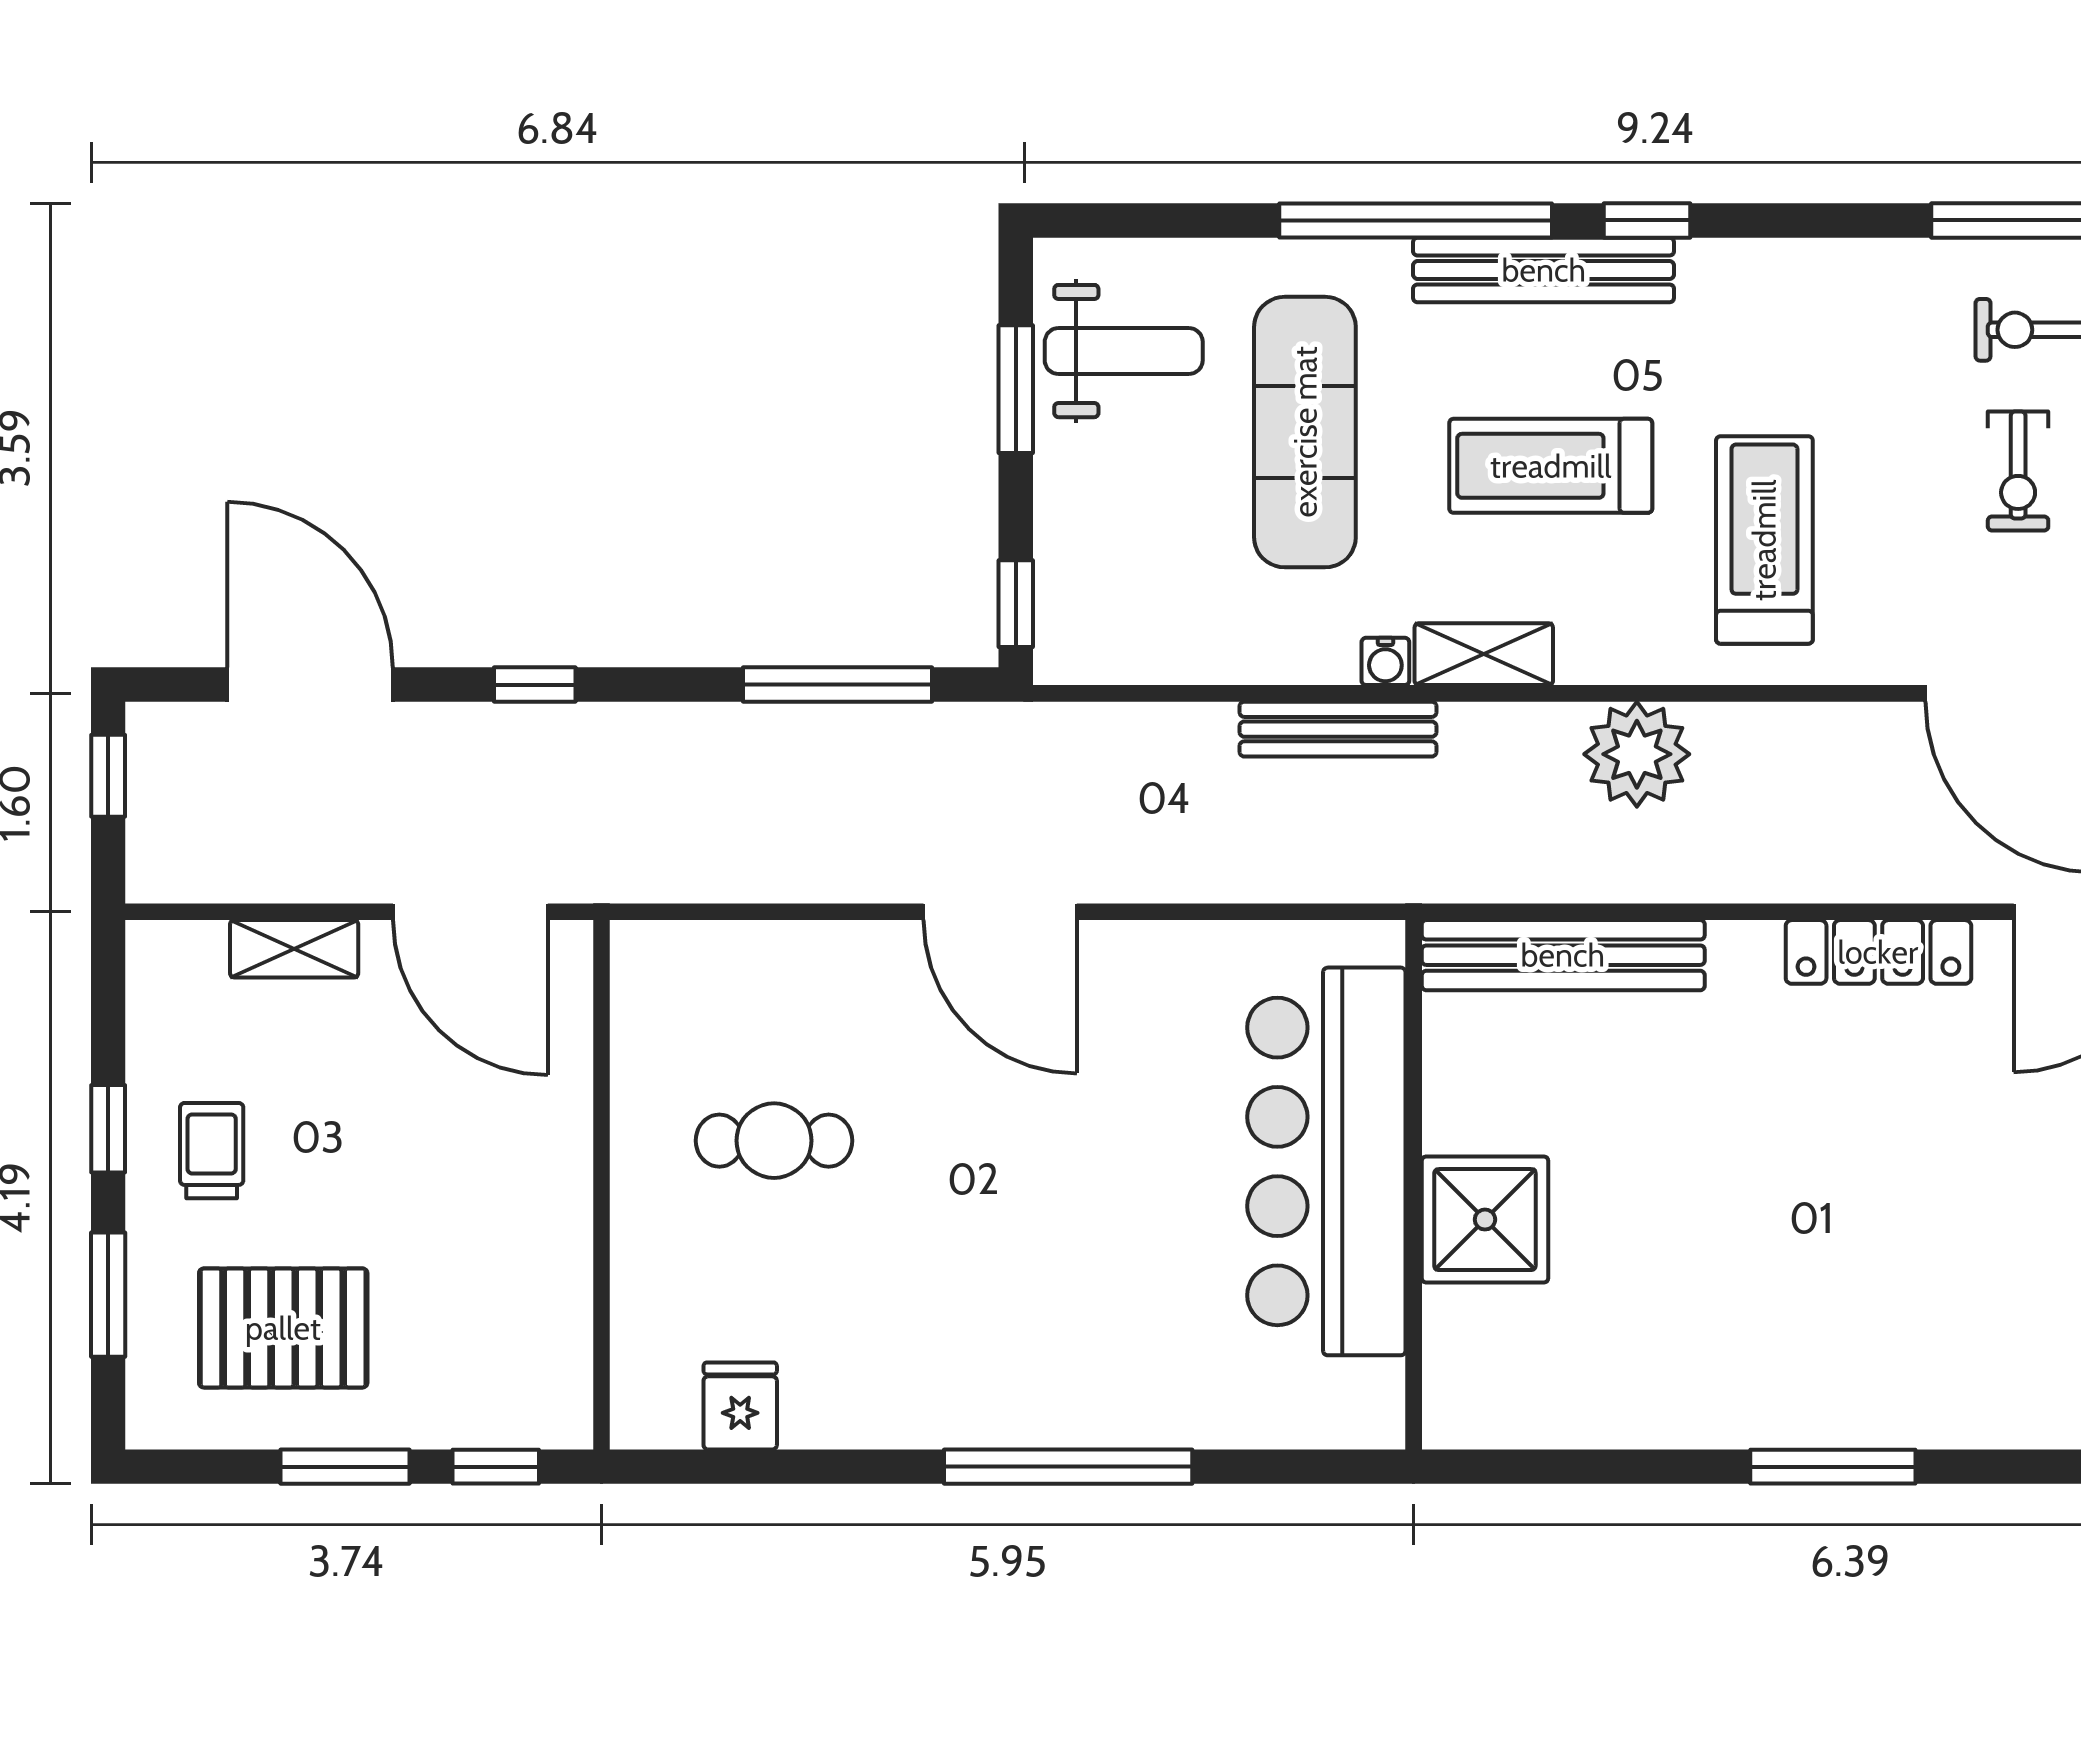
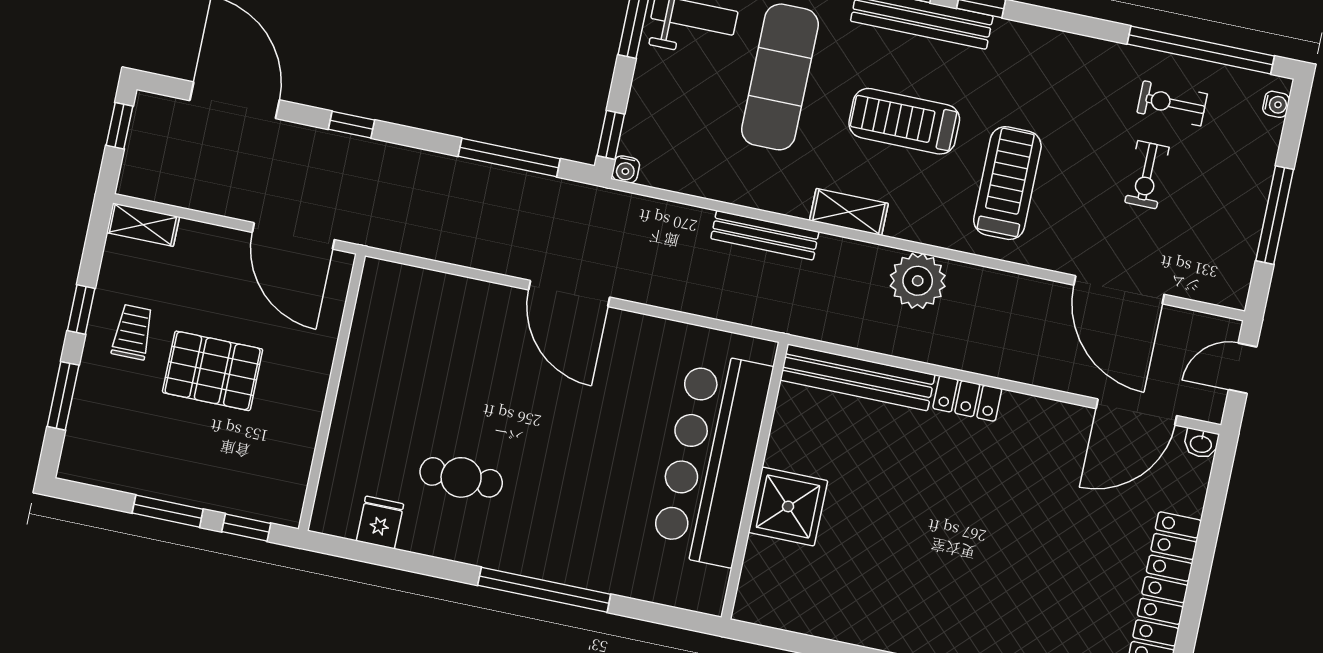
water cooler: (1385, 661) -> (626, 169), moved
shelving: (294, 949) -> (143, 225), moved
locker: (1878, 952) -> (967, 399), moved, width x0.66
cafe table: (774, 1141) -> (461, 477), moved
pallet: (283, 1328) -> (213, 371), moved

